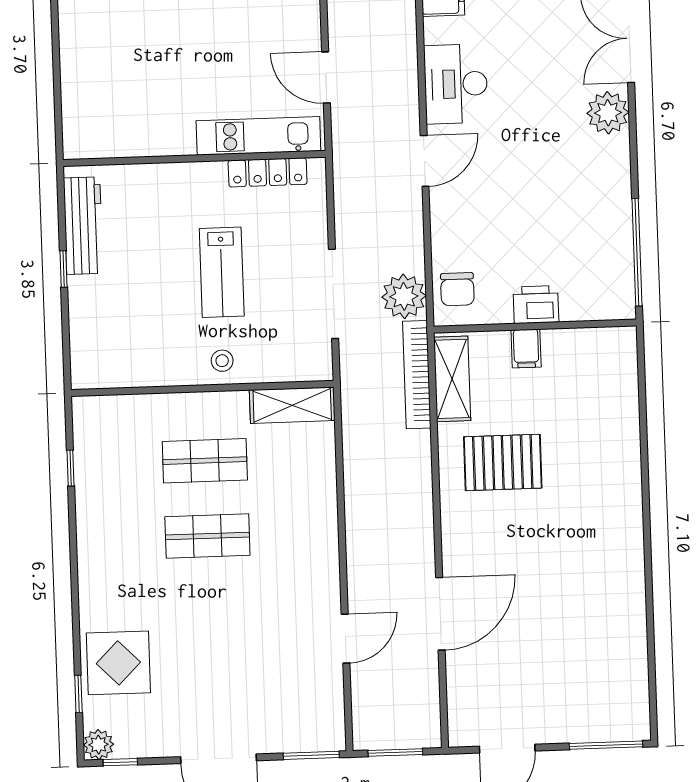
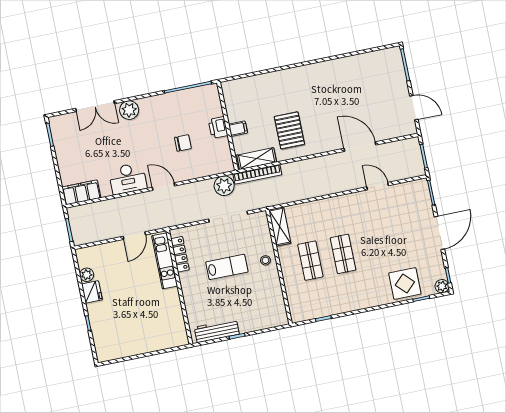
chair: (457, 289) -> (183, 143), moved

